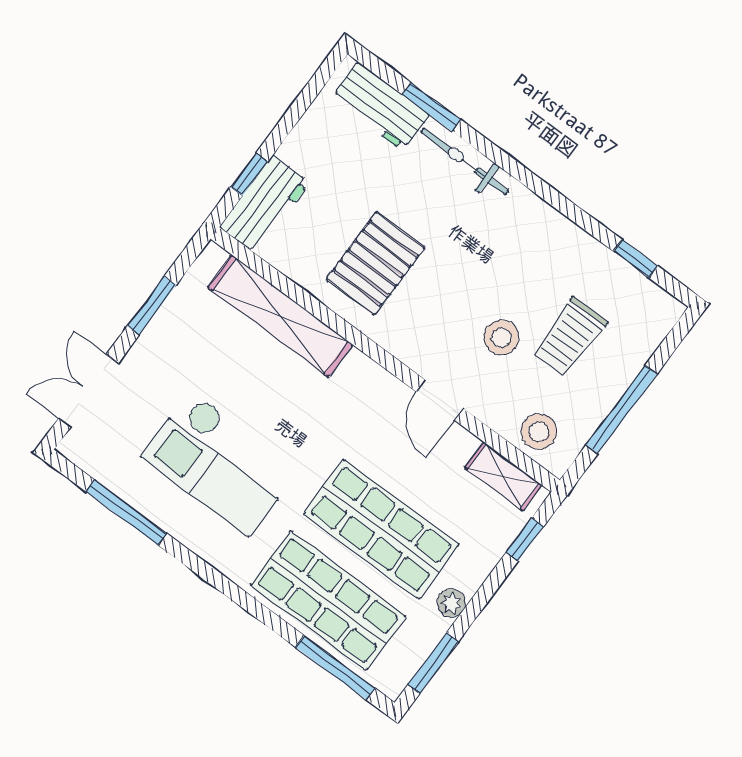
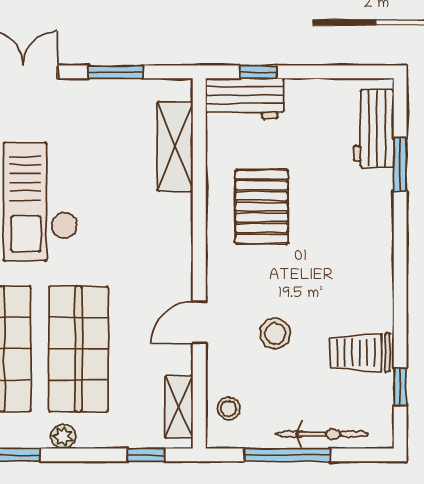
bicycle: (464, 161) -> (322, 434), moved, turned 90
pallet: (376, 263) -> (262, 207), turned 90
shelving: (280, 316) -> (175, 146), width x0.68
trolley: (570, 337) -> (360, 353), moved
stool: (539, 432) -> (229, 409), width x0.73, depth x0.73

